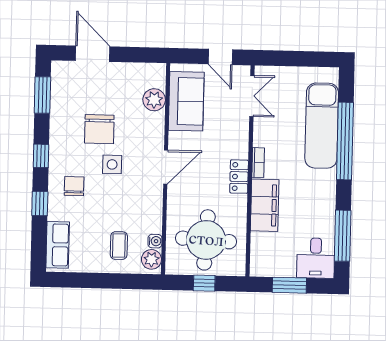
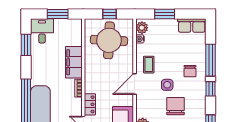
locker: (239, 177) -> (90, 104), moved
window: (40, 203) -> (211, 60), width x2.17
window: (343, 236) -> (26, 45), width x0.69
row of seats: (58, 245) -> (192, 25), moved, turned -90
coffee table: (119, 246) -> (149, 65), moved
window: (113, 281) -> (165, 14), added

